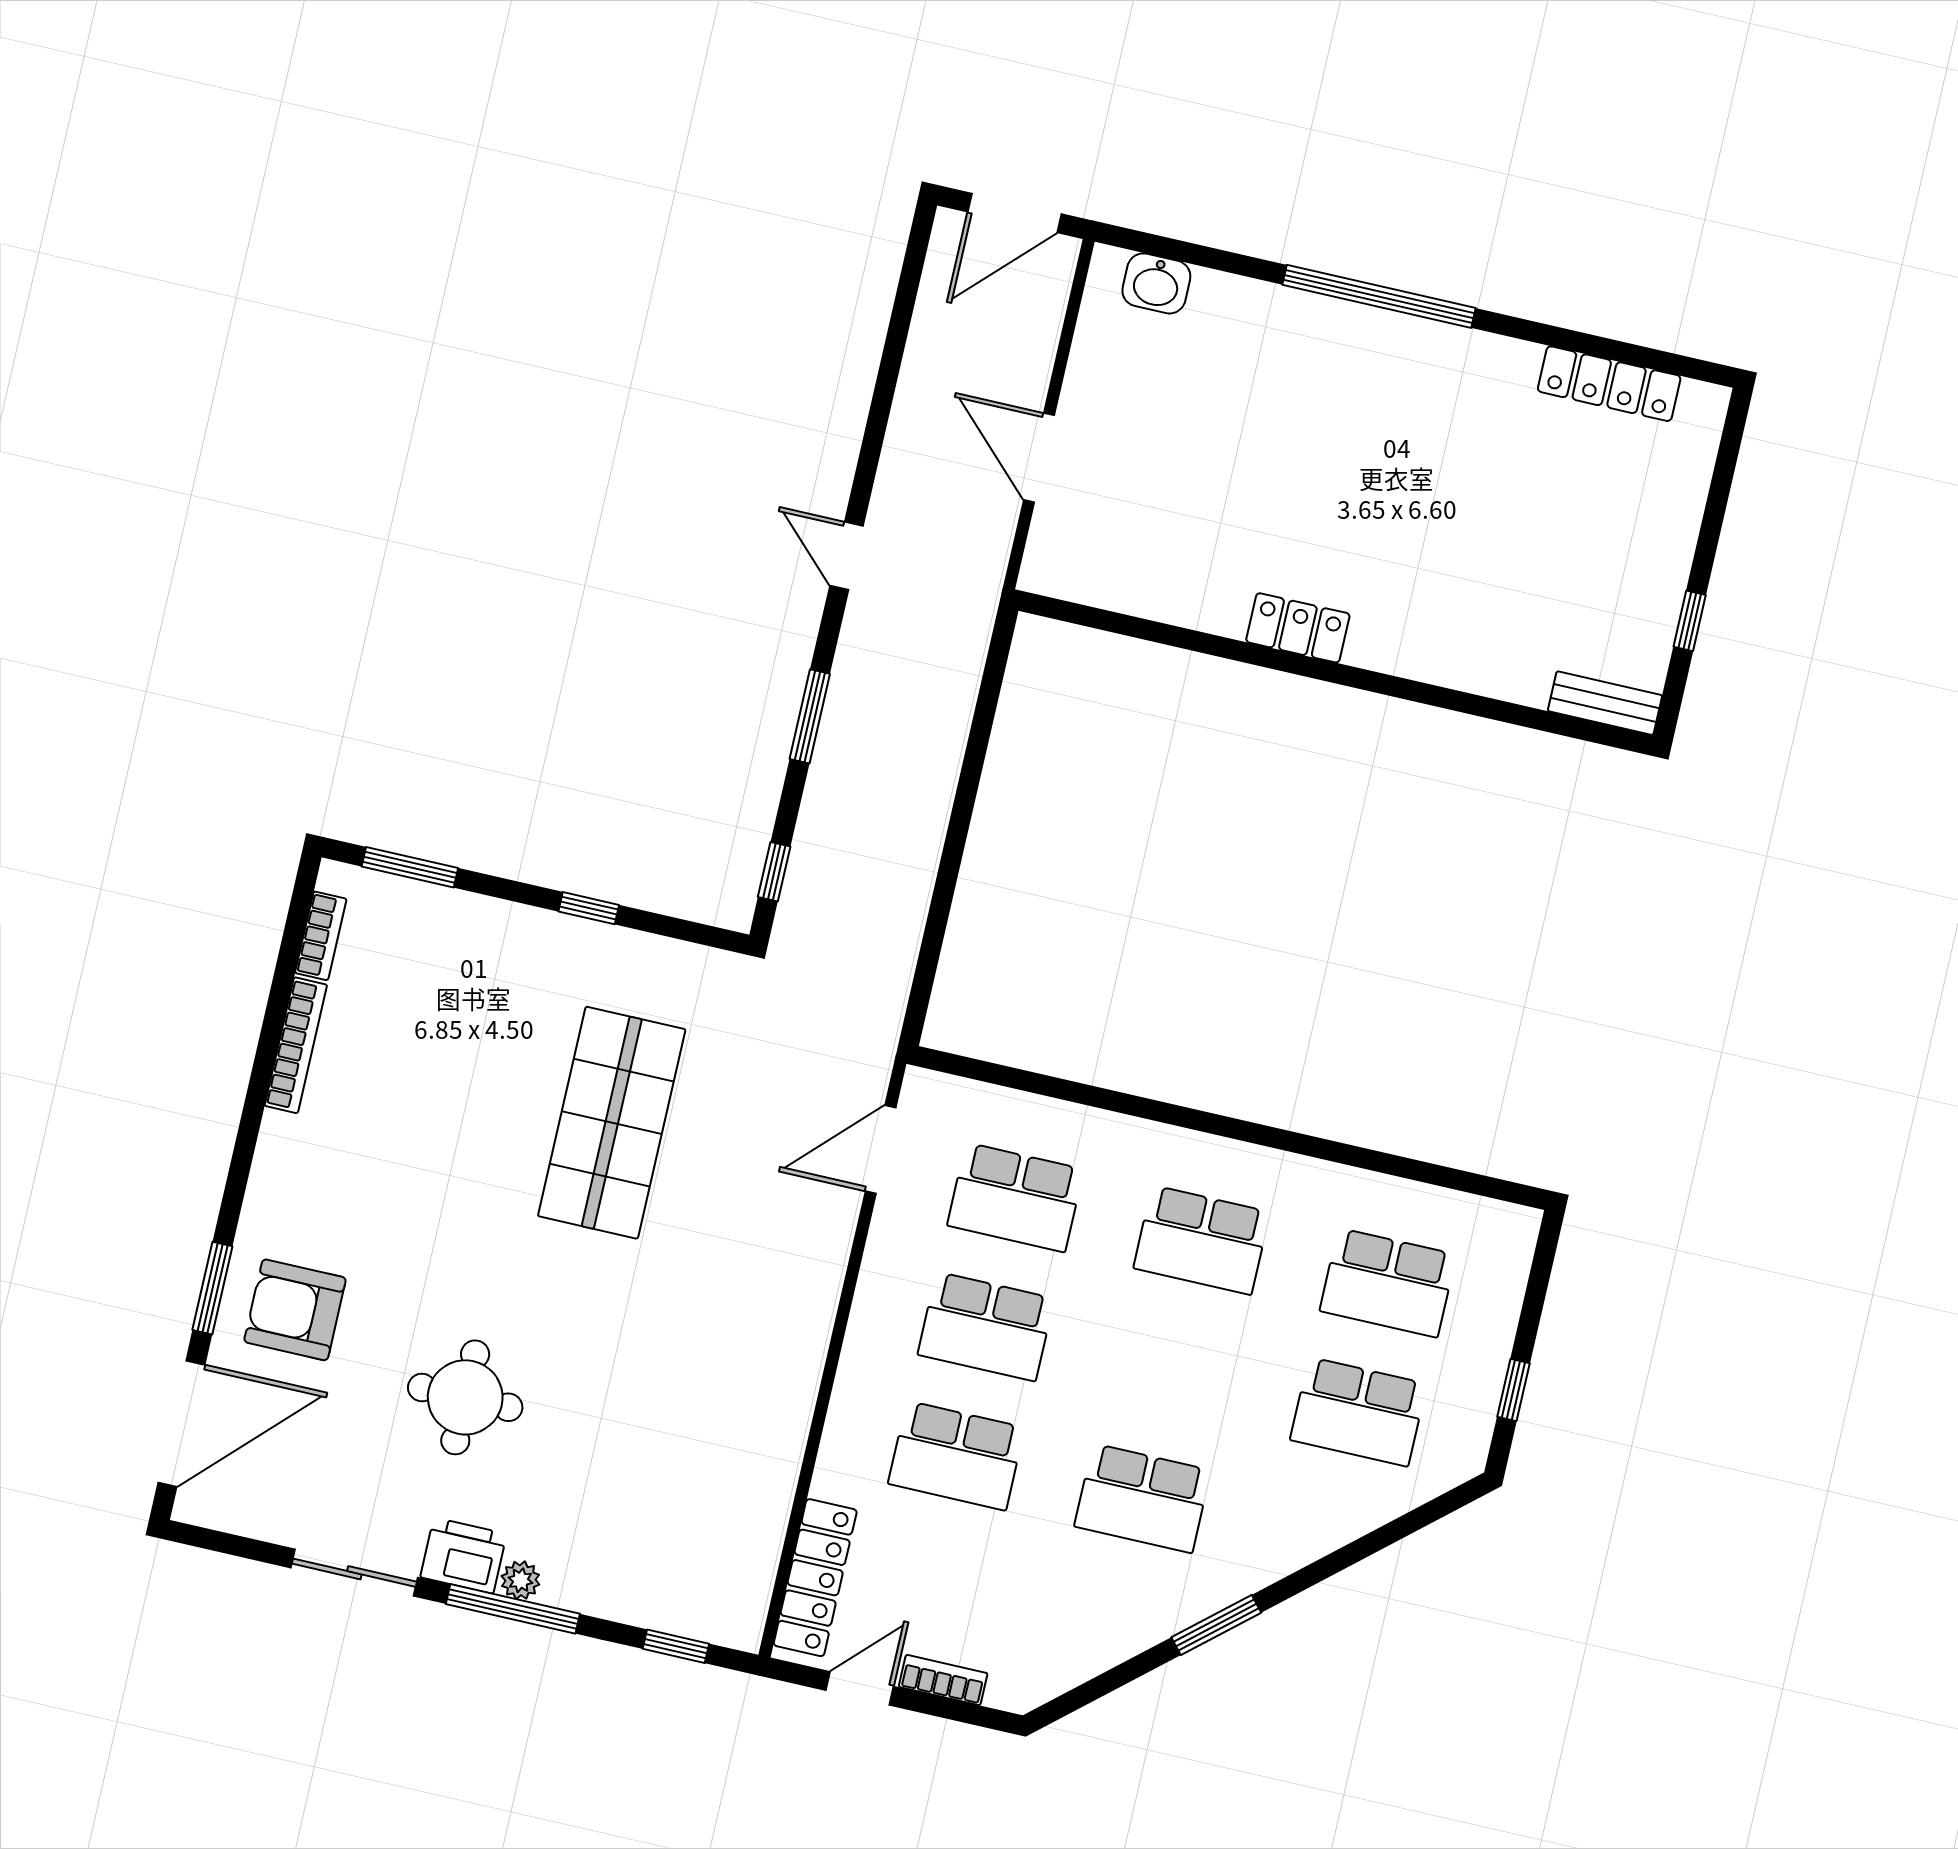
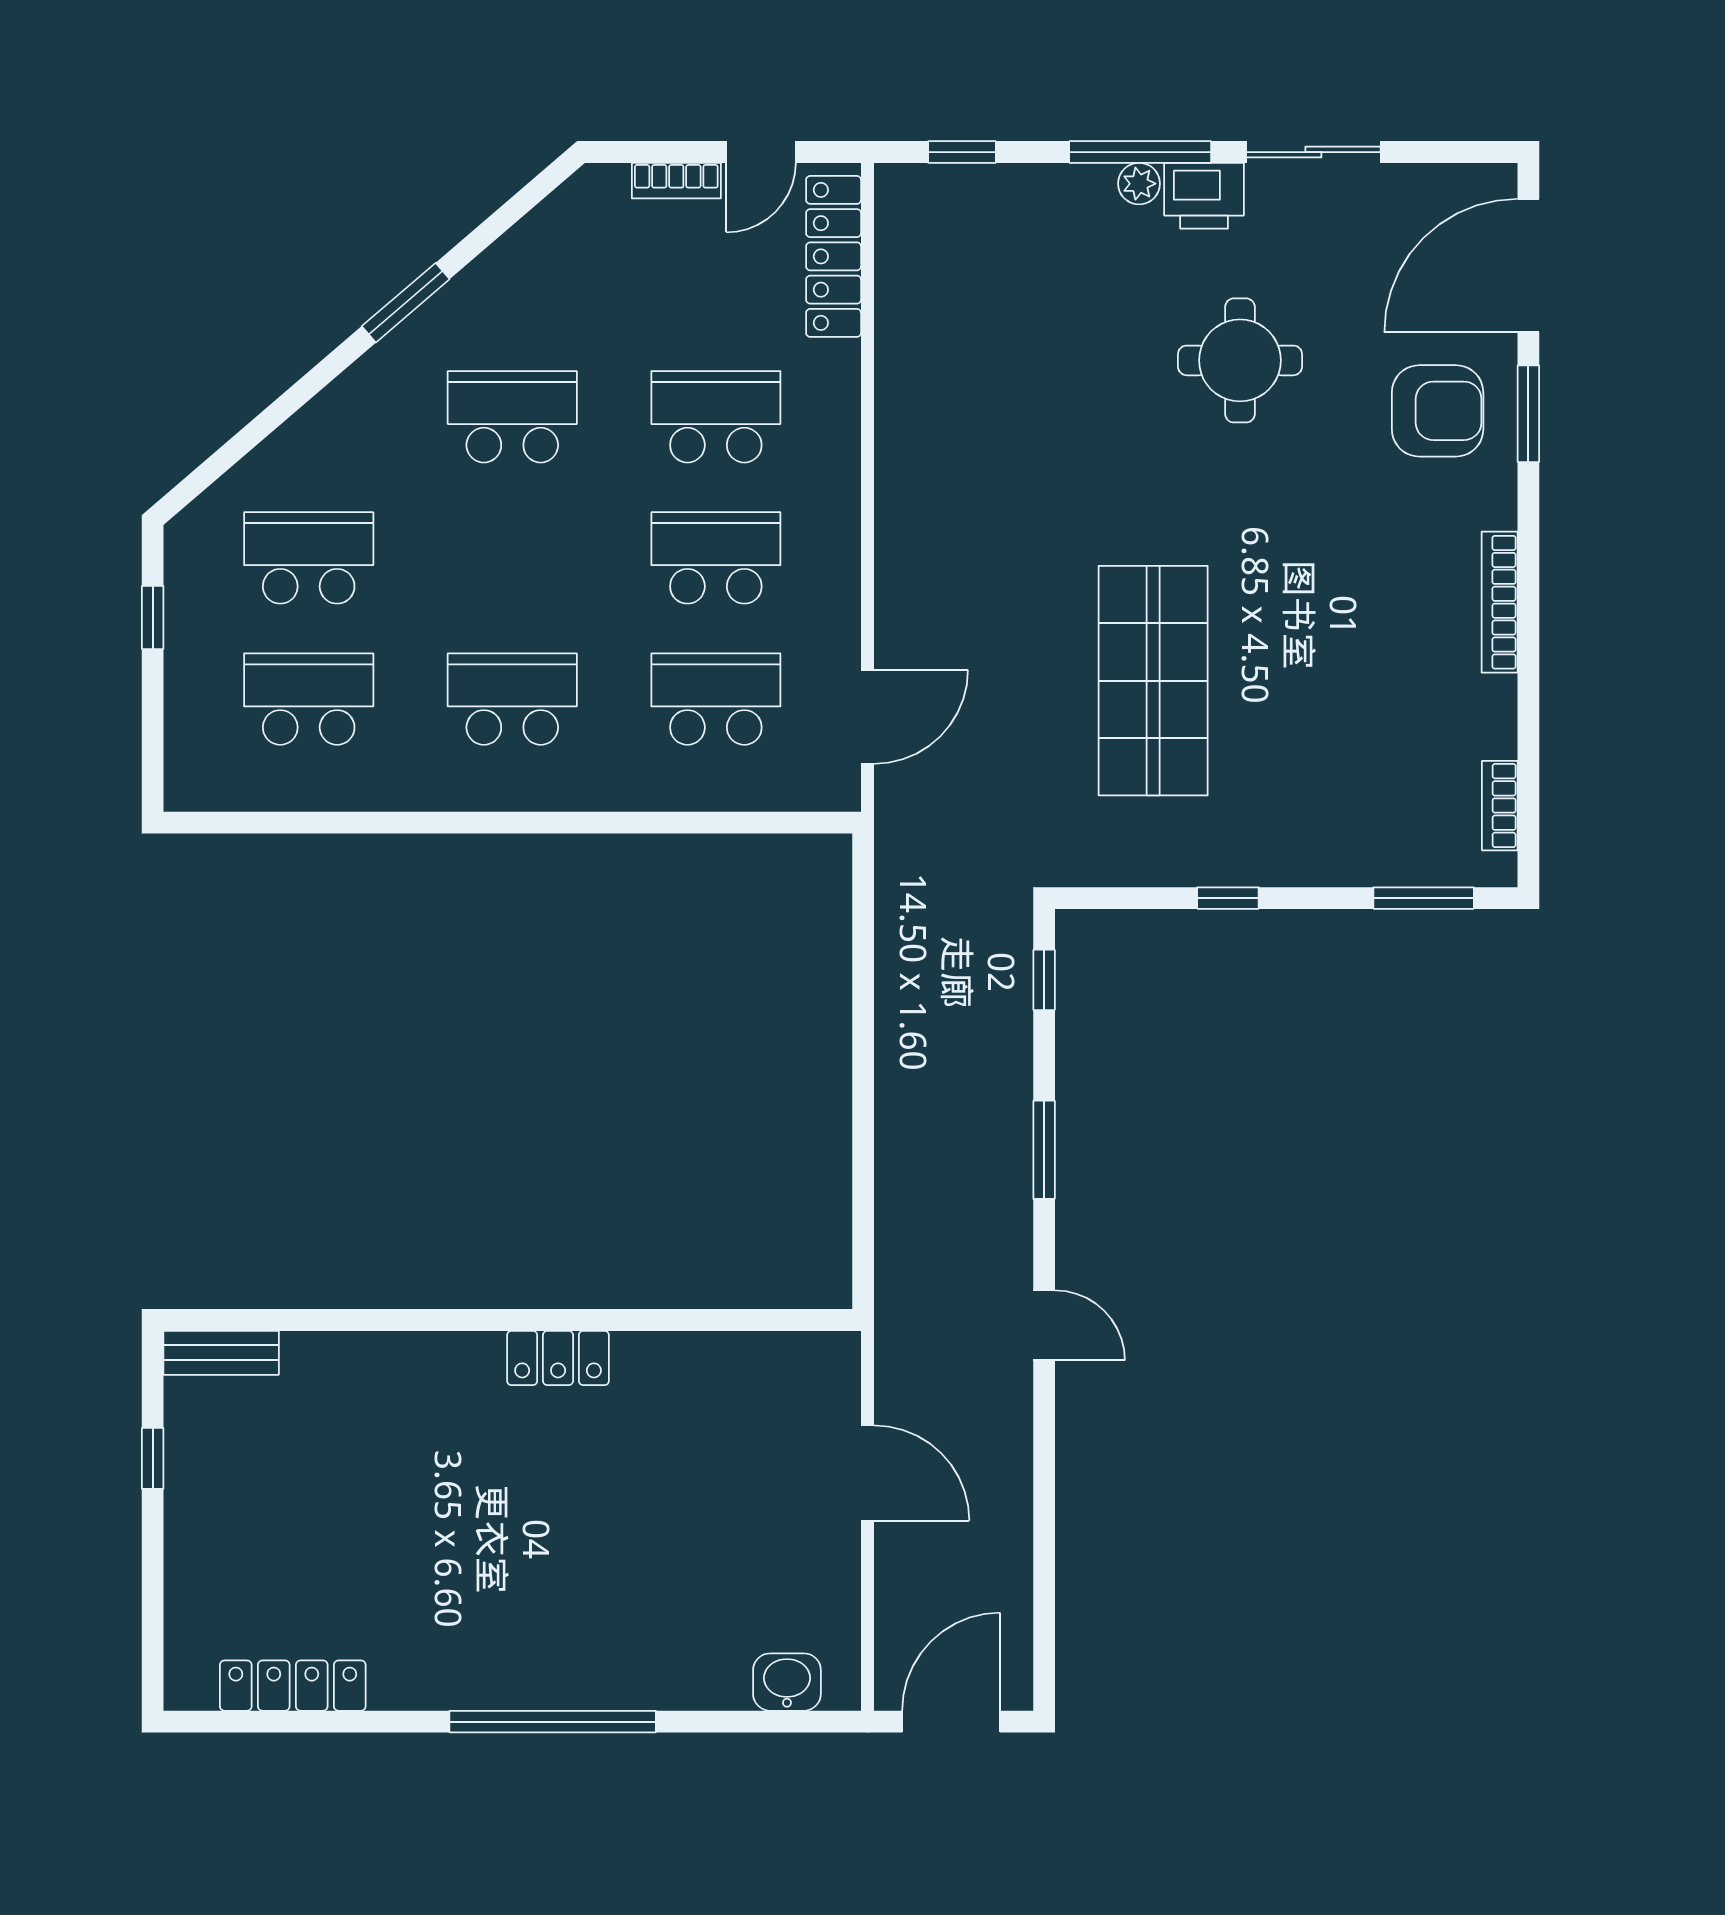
bookcase: (296, 1045) -> (1500, 602), moved

